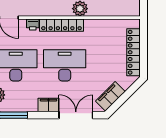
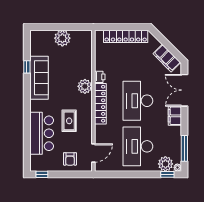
printer: (33, 24) -> (100, 77), moved

